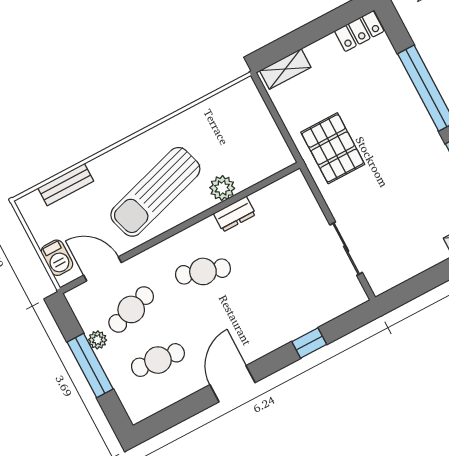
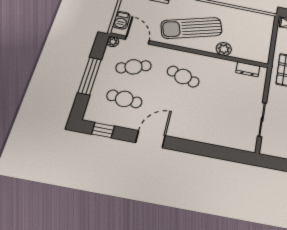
dresser: (235, 214) -> (248, 69), moved
plant: (98, 340) -> (113, 42), moved
window: (309, 343) -> (103, 130), moved

